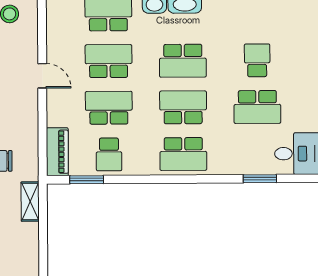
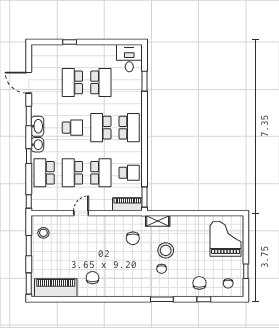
school desk: (257, 60) -> (72, 82), width x1.85
school desk: (183, 61) -> (72, 128), width x0.54
school desk: (109, 108) -> (101, 173), turned 180
window: (87, 180) -> (144, 197), moved

